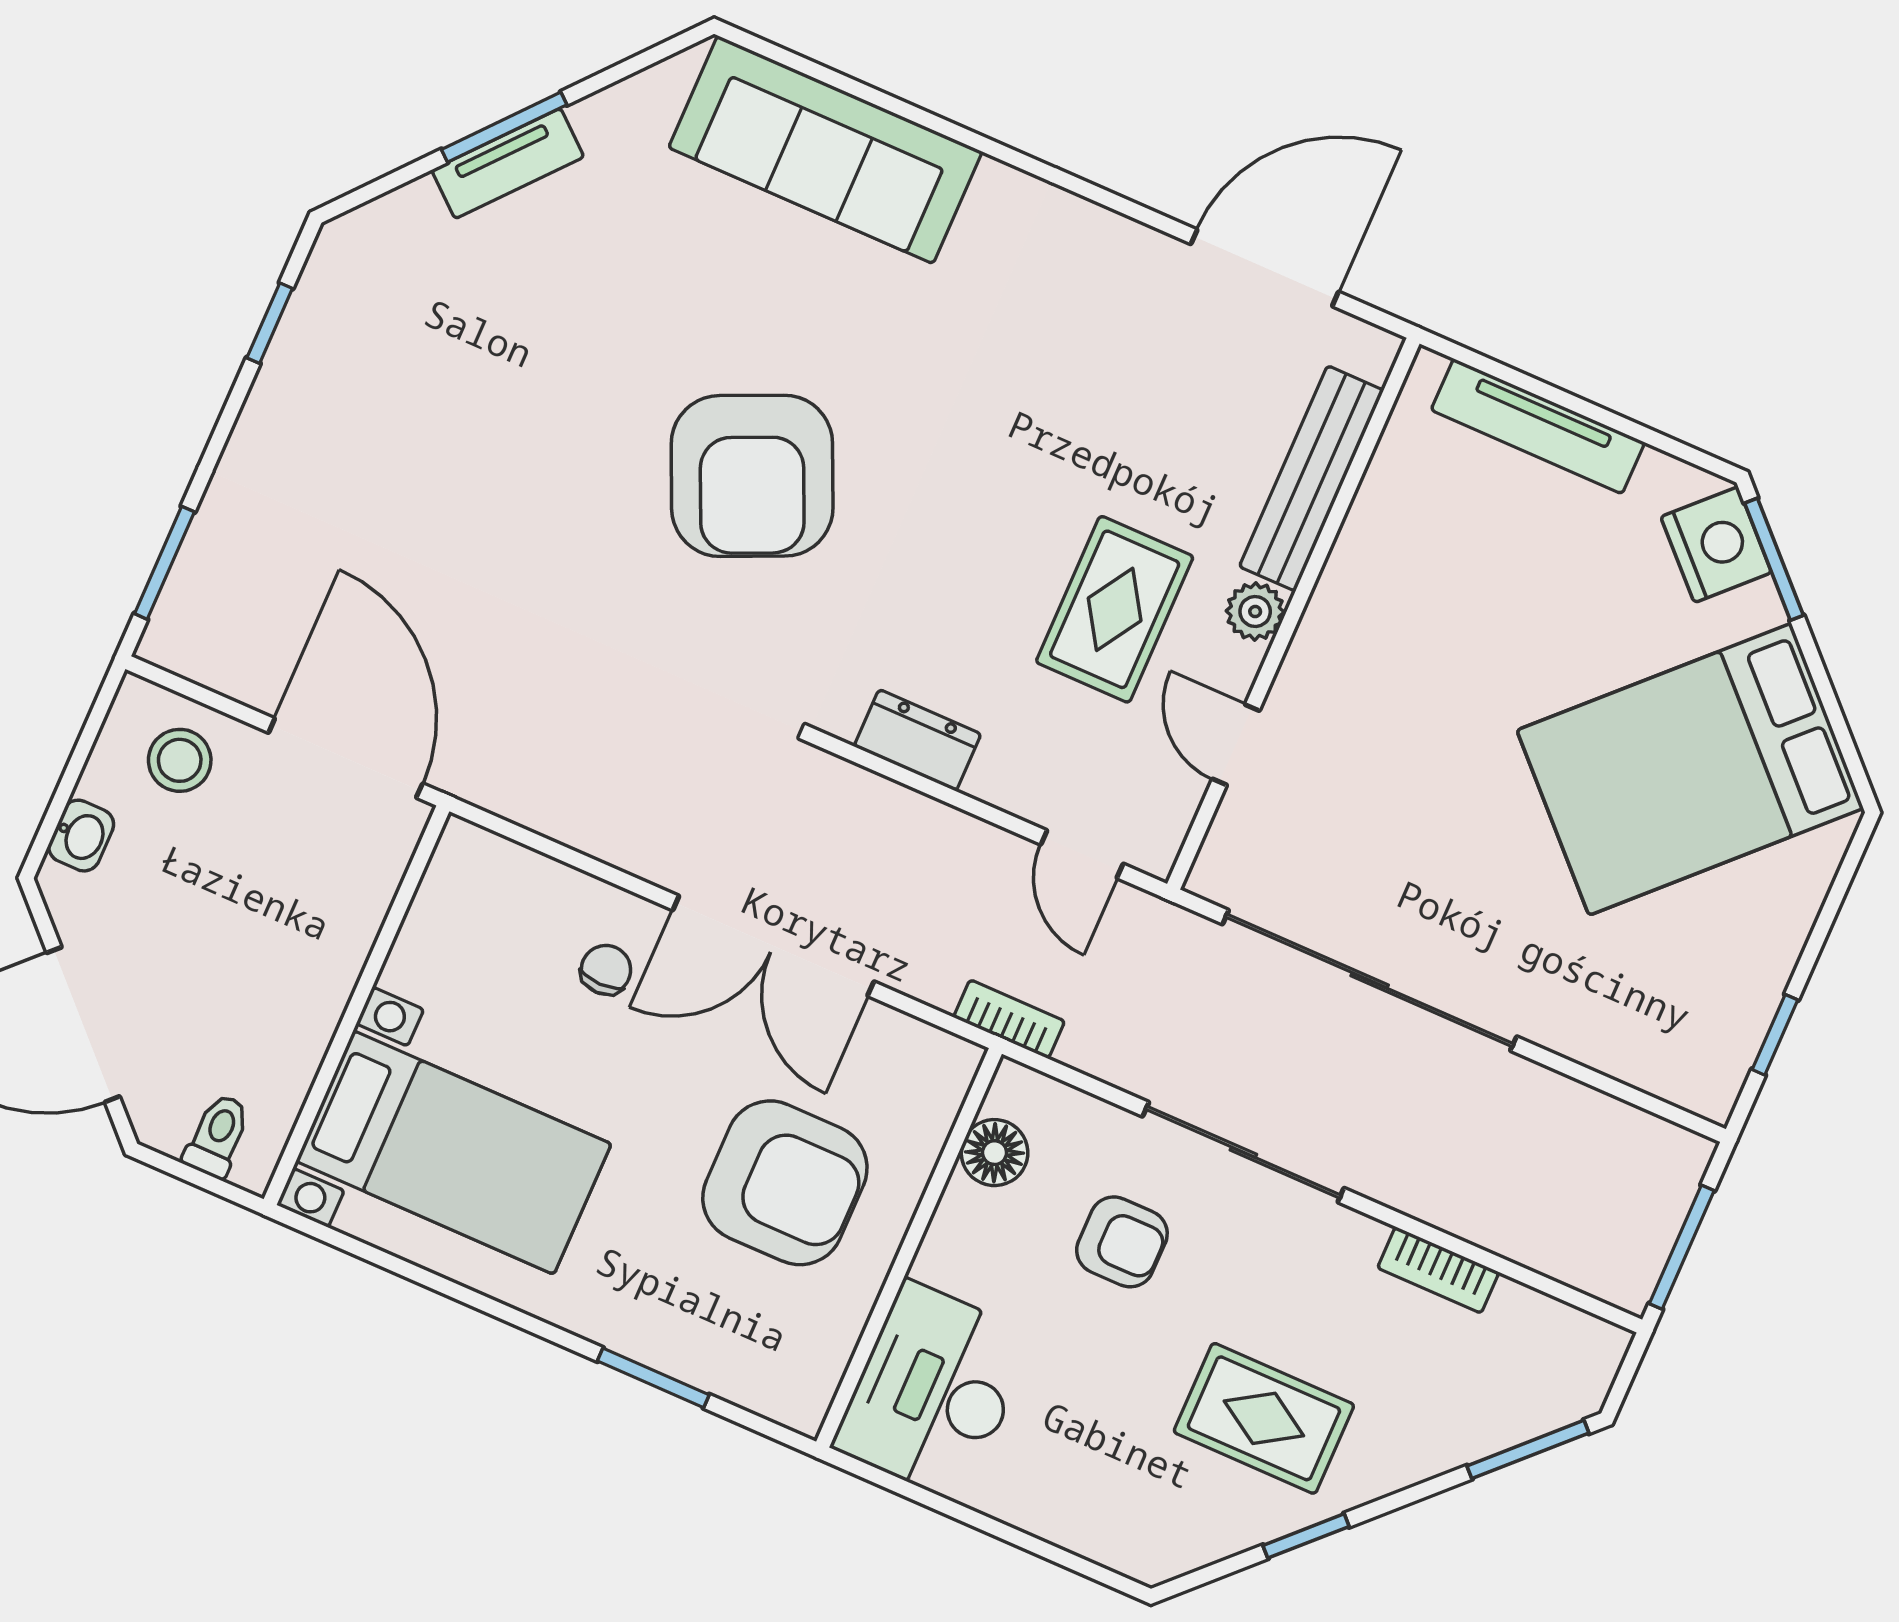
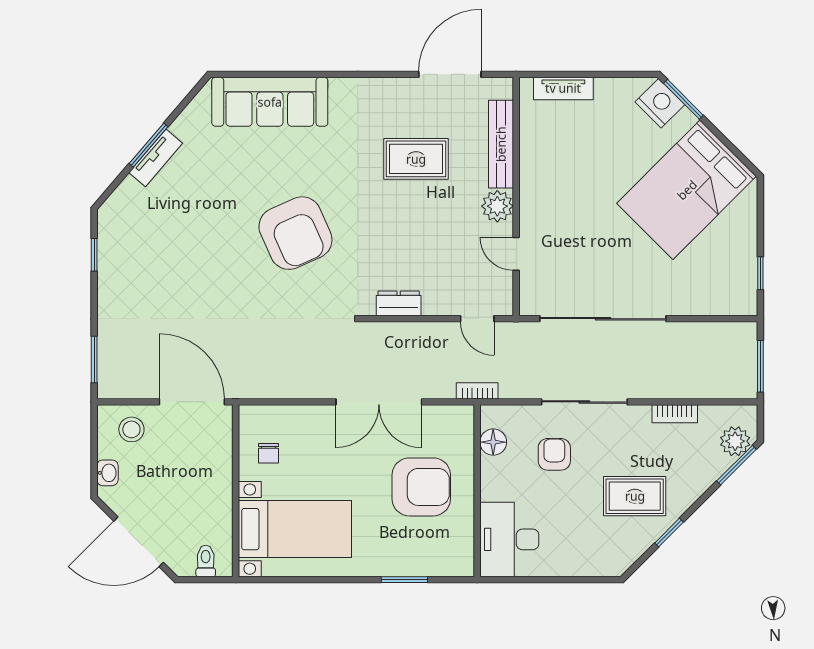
tv unit: (1538, 426) -> (563, 88), width x0.71
rug: (1115, 609) -> (416, 159), moved, turned 90
plant: (1255, 612) -> (497, 206), width x1.38, depth x1.38
chair: (606, 970) -> (269, 453), moved, turned 180
armchair: (1122, 1242) -> (554, 454), turned -90
plant: (1549, 1393) -> (735, 441), added

